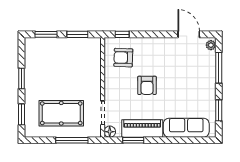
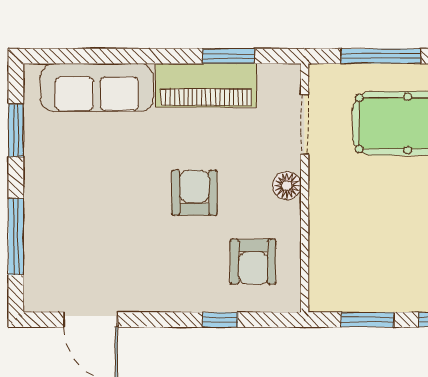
window: (122, 34) -> (220, 320), moved
plant: (211, 45) -> (36, 293), removed
armchair: (123, 58) -> (253, 262), turned 88
floor lamp: (110, 132) -> (287, 186), moved

